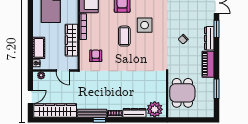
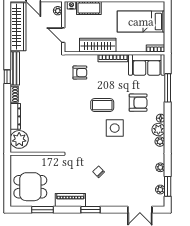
window: (217, 29) -> (90, 210), moved
dresser: (209, 38) -> (100, 201), removed
door: (63, 71) -> (63, 35), hinge flipped
dining table: (182, 93) -> (30, 187), moved

